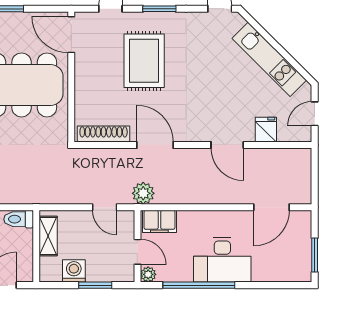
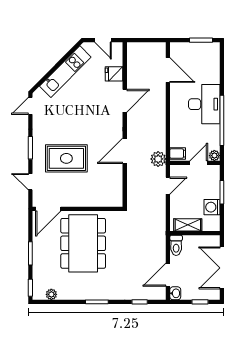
shoe rack: (104, 134) -> (117, 186), removed
filing cabinet: (159, 221) -> (178, 154), width x0.50

